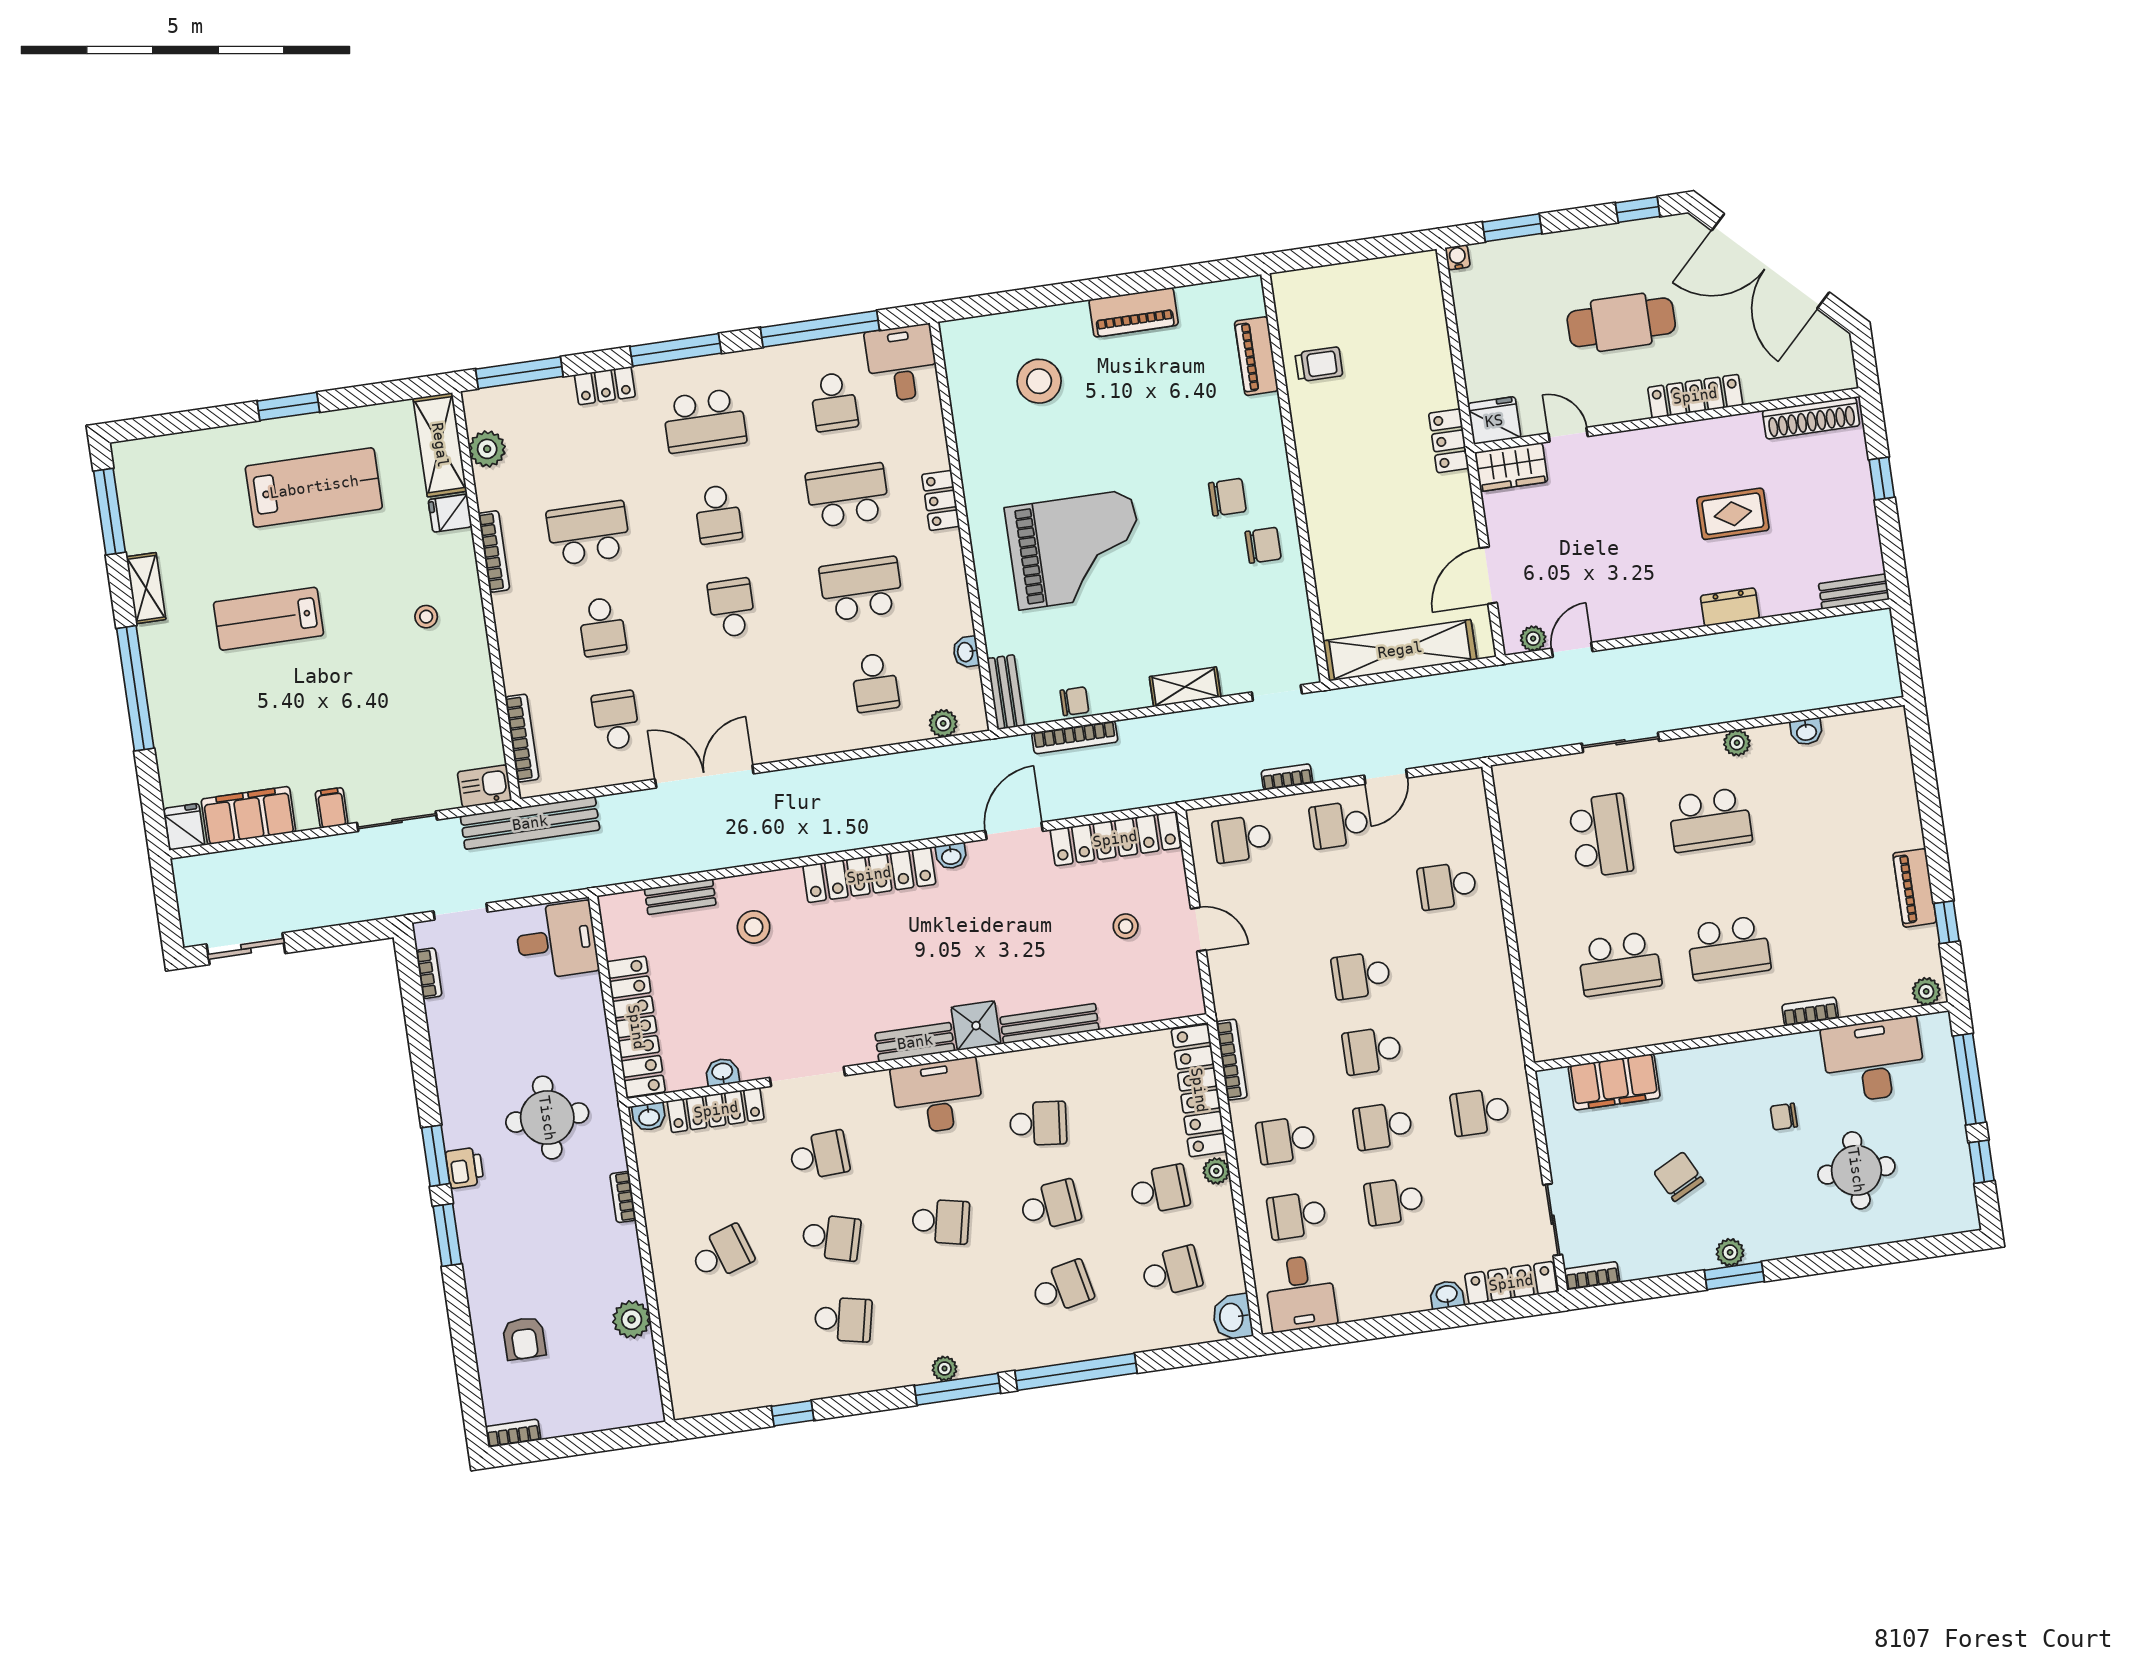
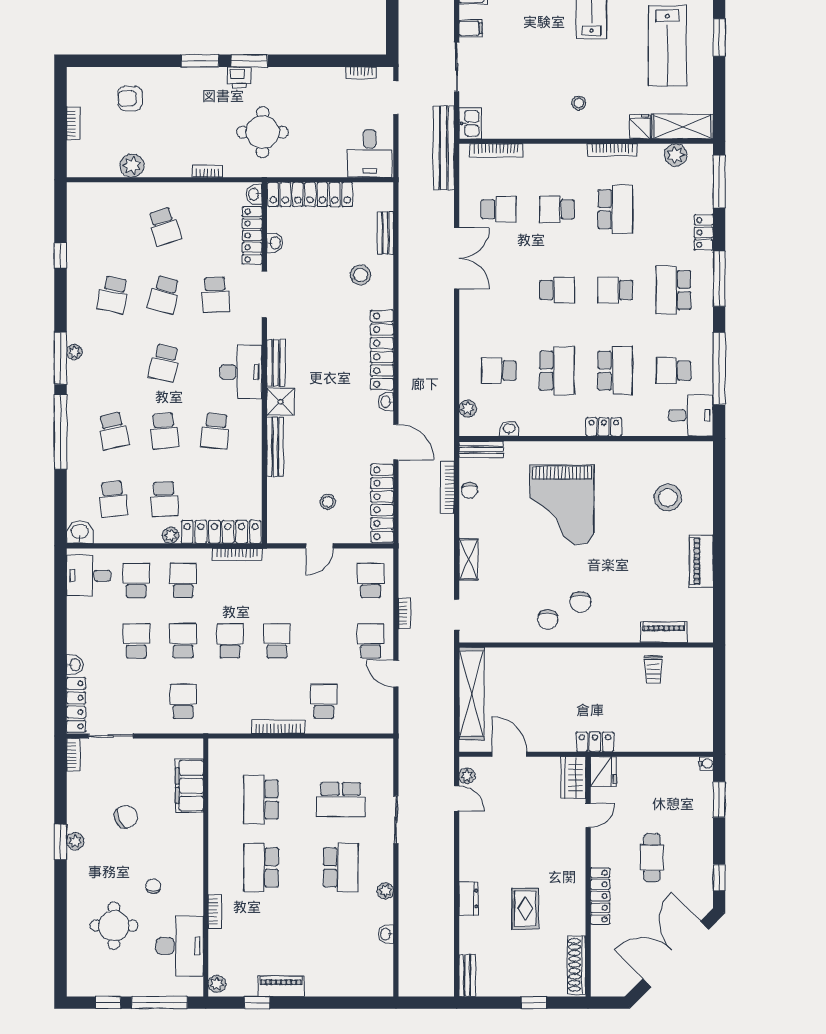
cafe table: (1621, 322) -> (652, 858), width x0.73, depth x0.74
school desk: (1710, 820) -> (341, 867), turned 180
bookcase: (1499, 953) -> (278, 727), added
bookcase: (513, 1433) -> (73, 124), moved

